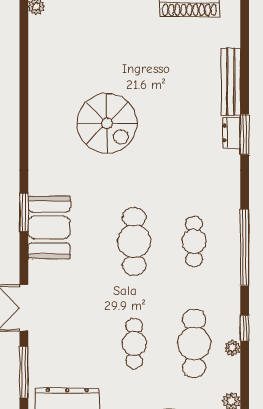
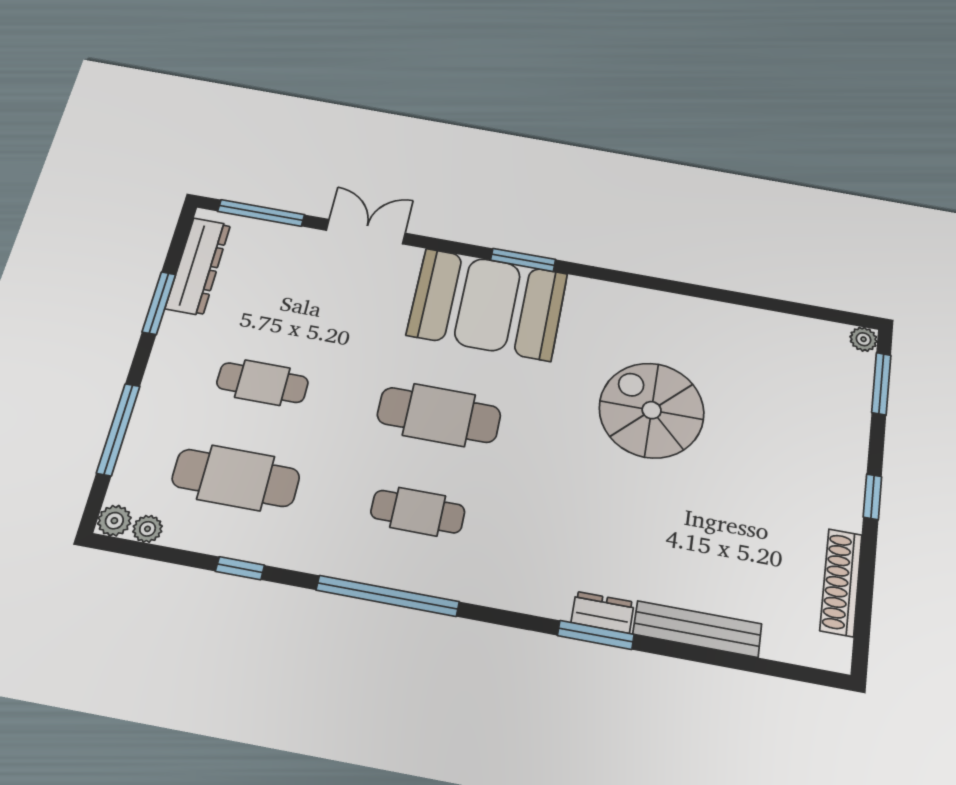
spiral stairs: (107, 123) -> (652, 410), turned 90
booth: (49, 227) -> (488, 304), width x1.36, depth x1.42
plant: (232, 348) -> (148, 529), moved

